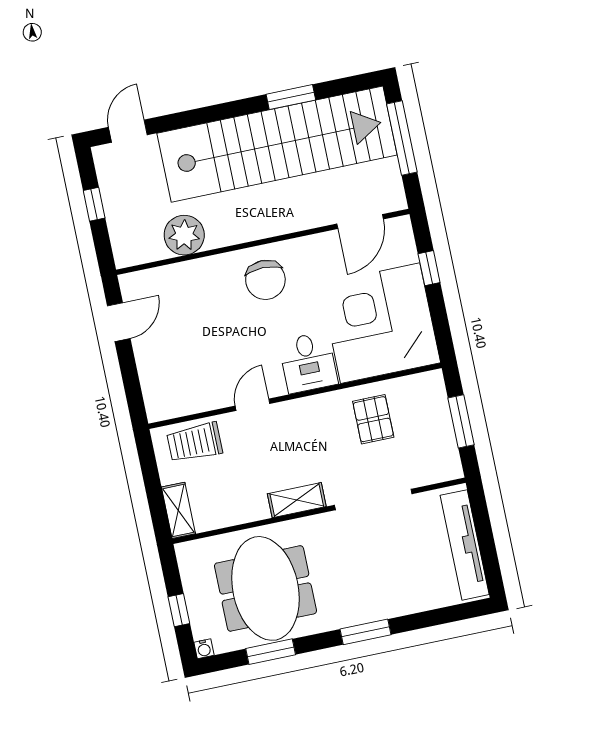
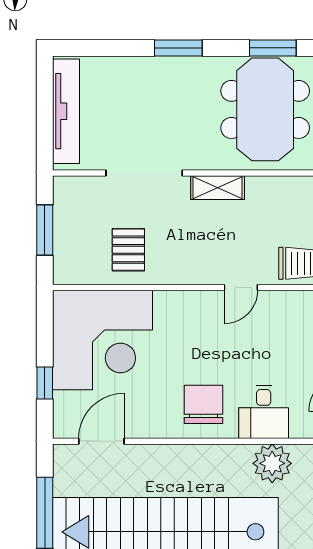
desk: (308, 362) -> (264, 412), moved, turned 180

